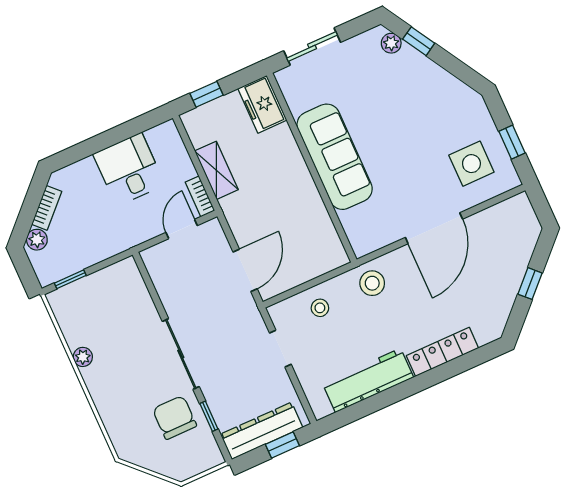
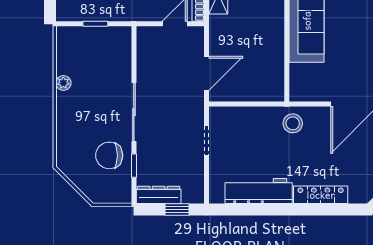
window: (70, 279) -> (95, 24), moved
stool: (320, 308) -> (248, 124), removed
chair: (175, 417) -> (109, 155), turned -90
dresser: (262, 431) -> (159, 195), width x0.73, depth x0.80

